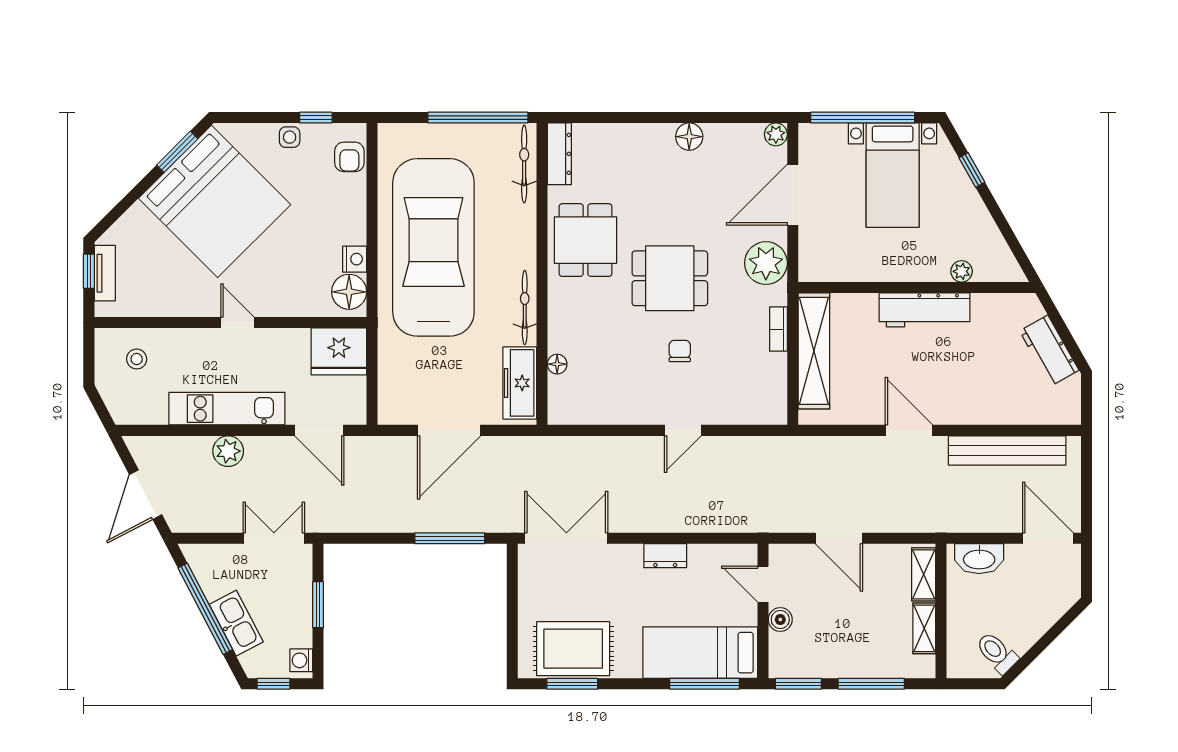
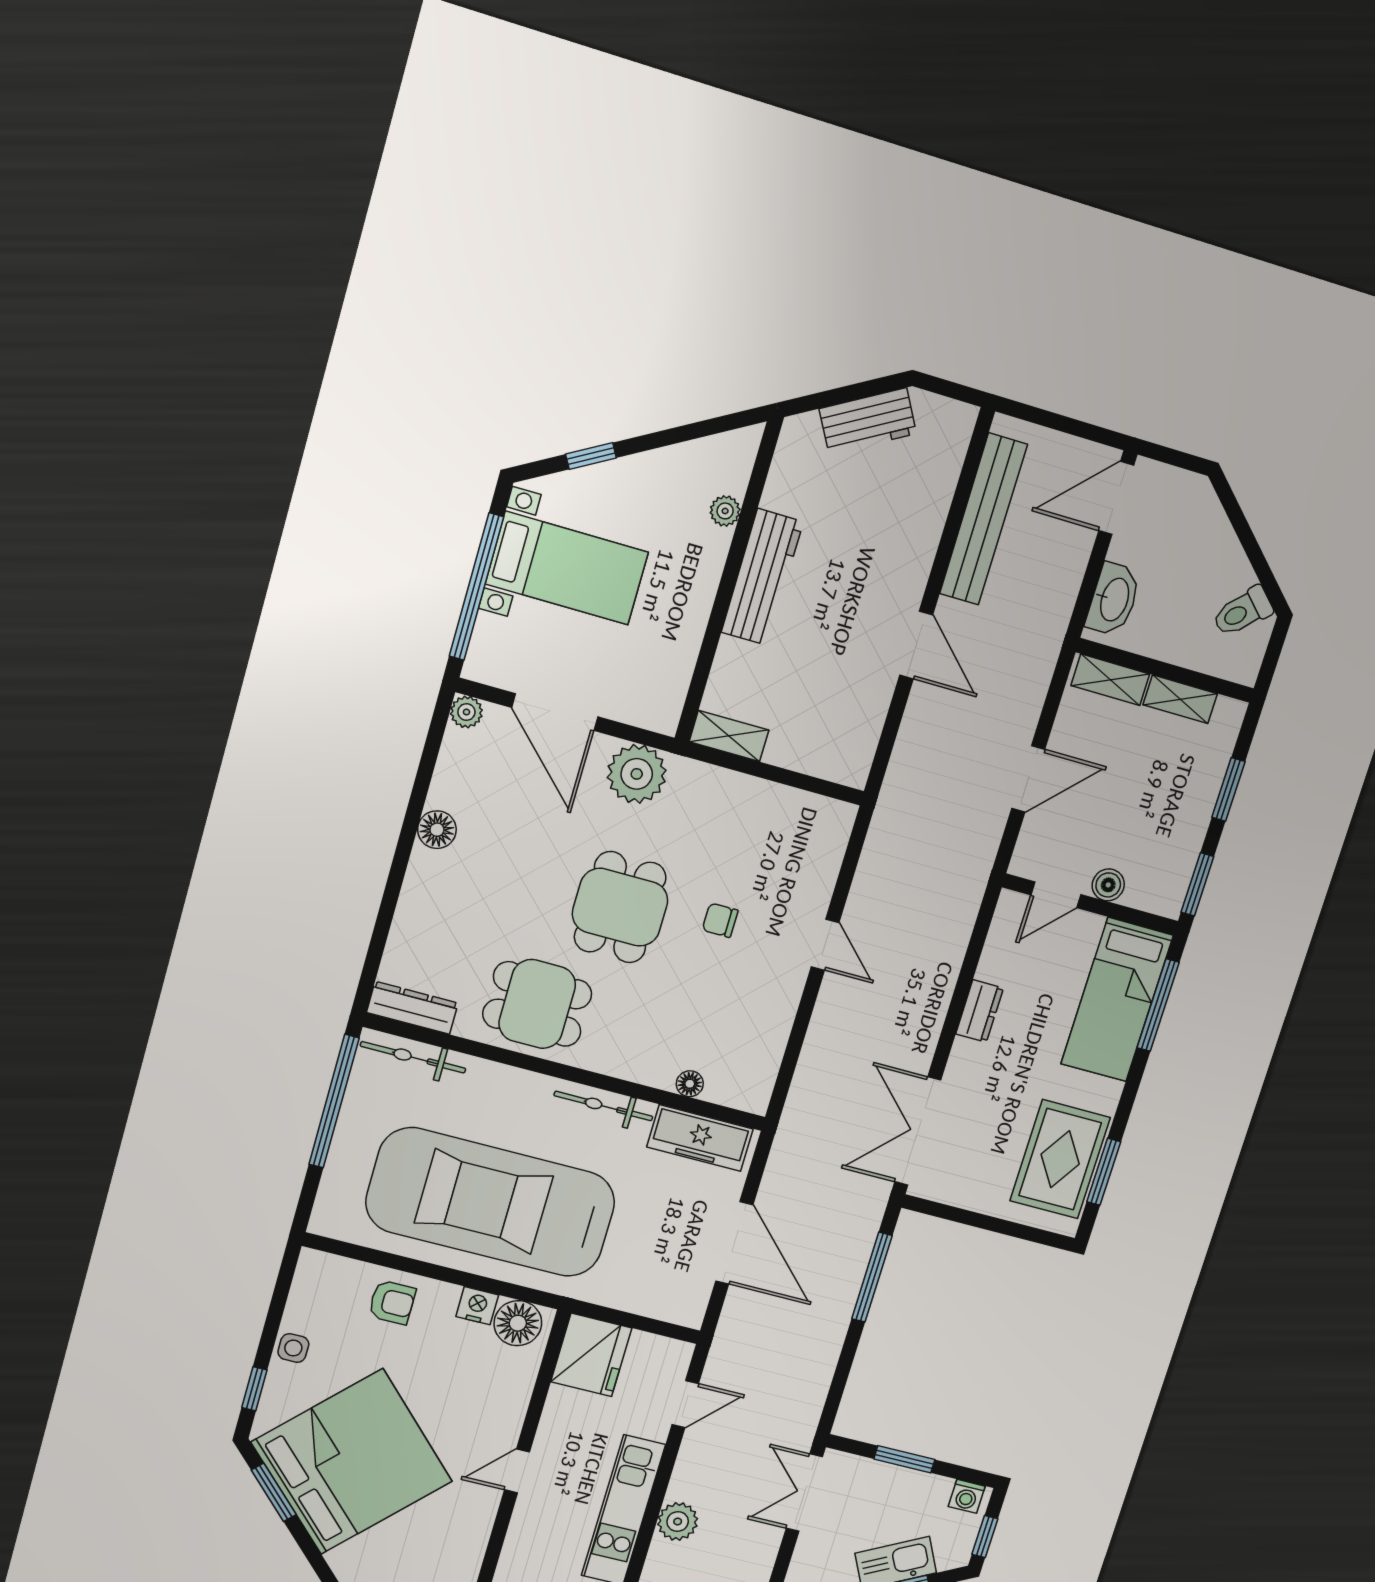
window: (316, 118) -> (254, 1389), moved
armchair: (349, 157) -> (392, 1302), moved
bookcase: (778, 329) -> (730, 782), removed
shelving: (814, 351) -> (729, 736), width x0.45, depth x0.75
door: (319, 430) -> (685, 1404), width x0.73
door: (909, 430) -> (916, 645), swing flipped
window: (871, 684) -> (1228, 789), width x0.69

